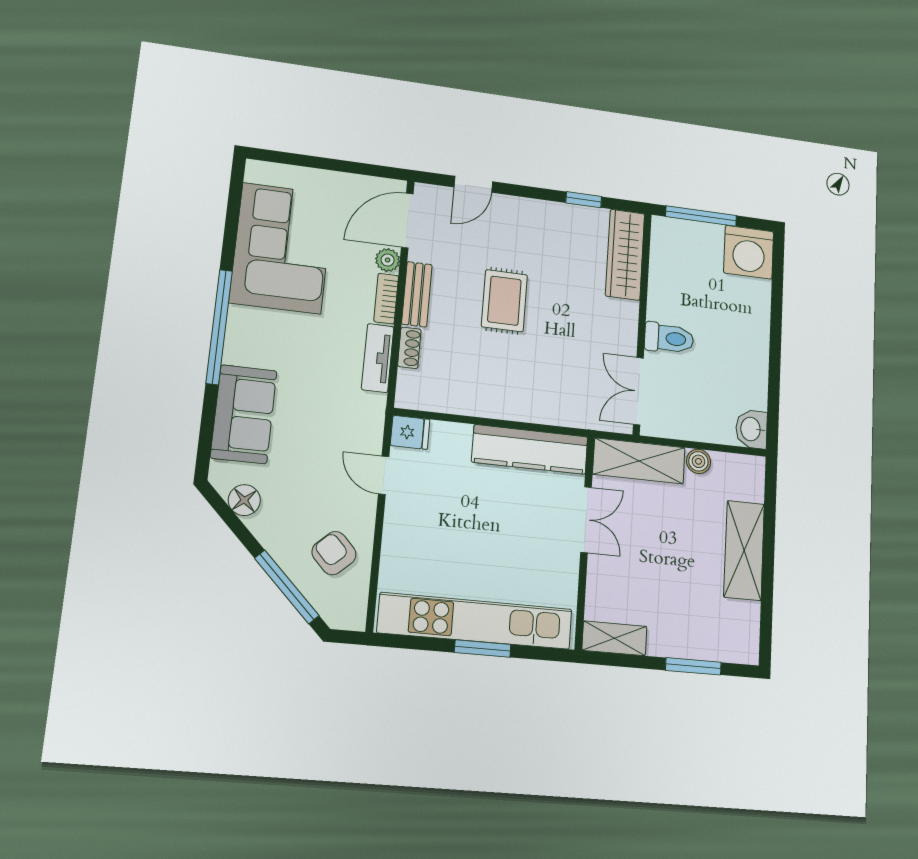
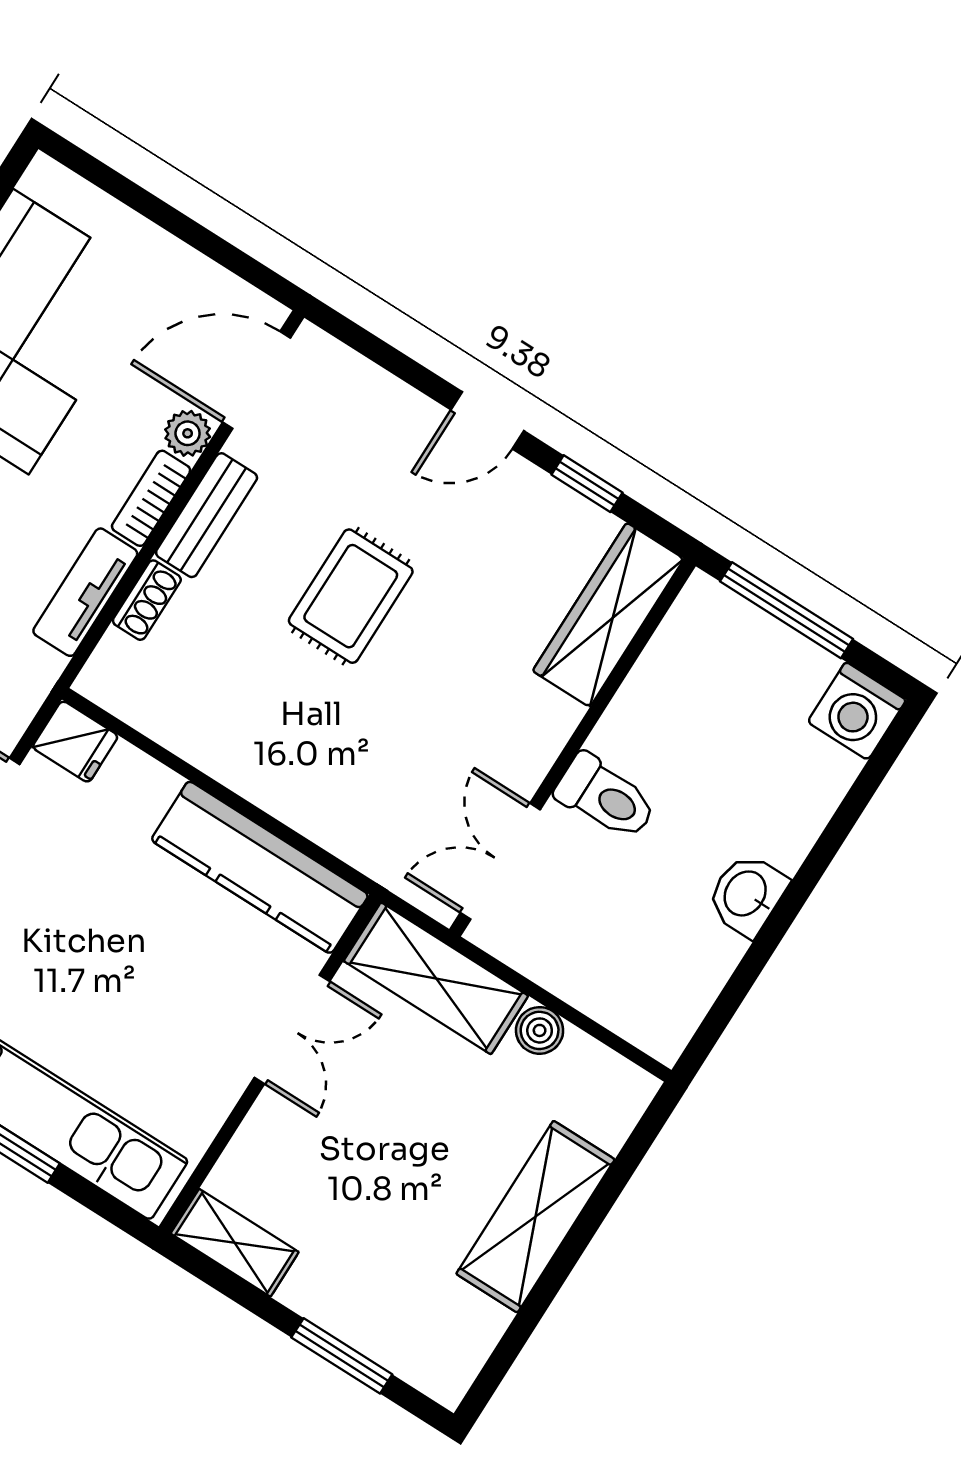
door: (473, 184) -> (487, 420), moved
washing machine: (749, 252) -> (857, 711), width x0.73, depth x0.73
washbasin: (751, 429) -> (747, 894), moved

